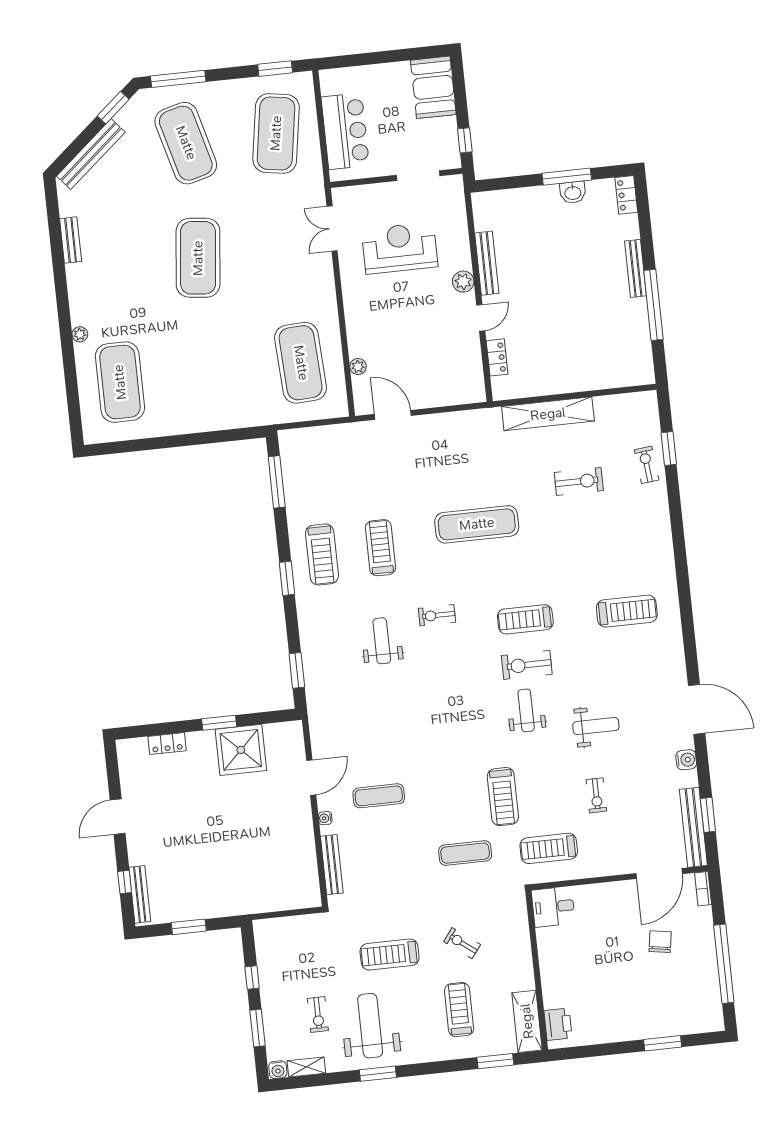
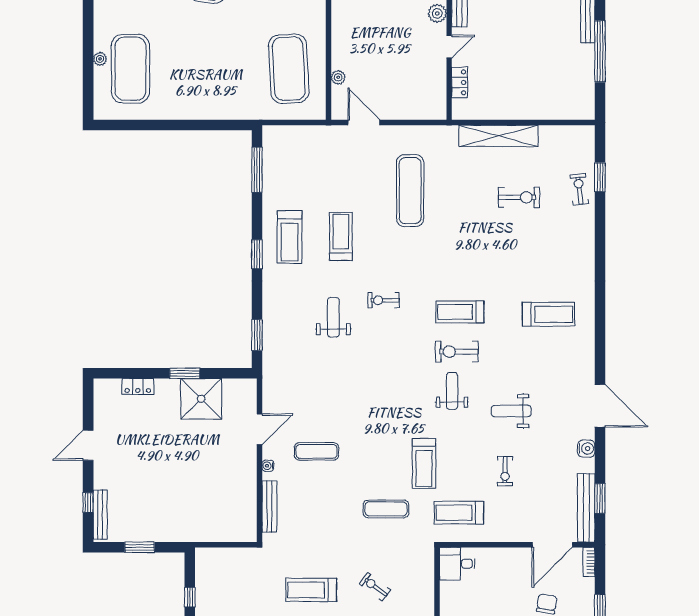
plant: (80, 334) -> (100, 59), moved
exercise mat: (477, 524) -> (410, 191), moved, turned 90
weight bench: (596, 726) -> (511, 411), turned 180

